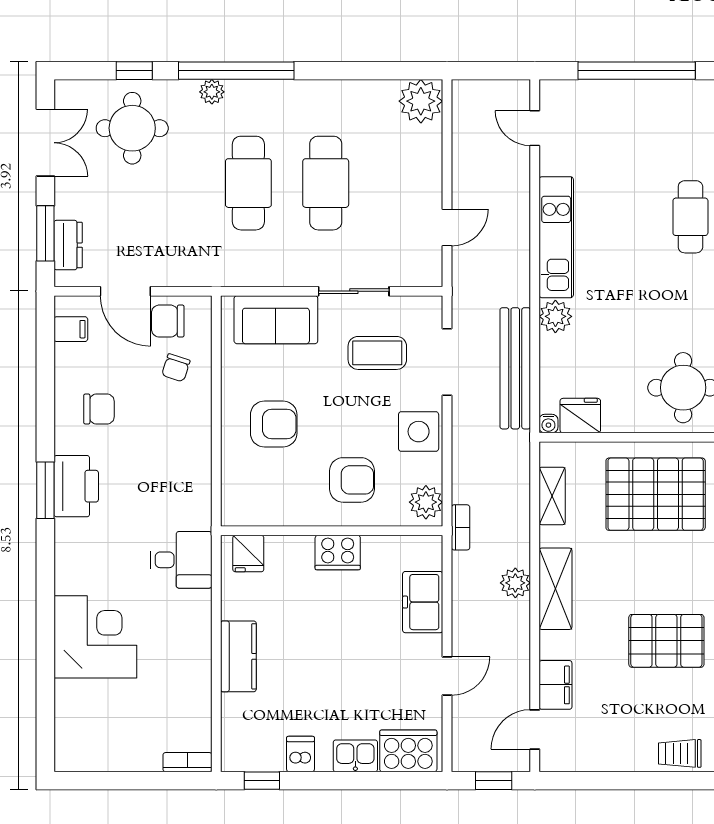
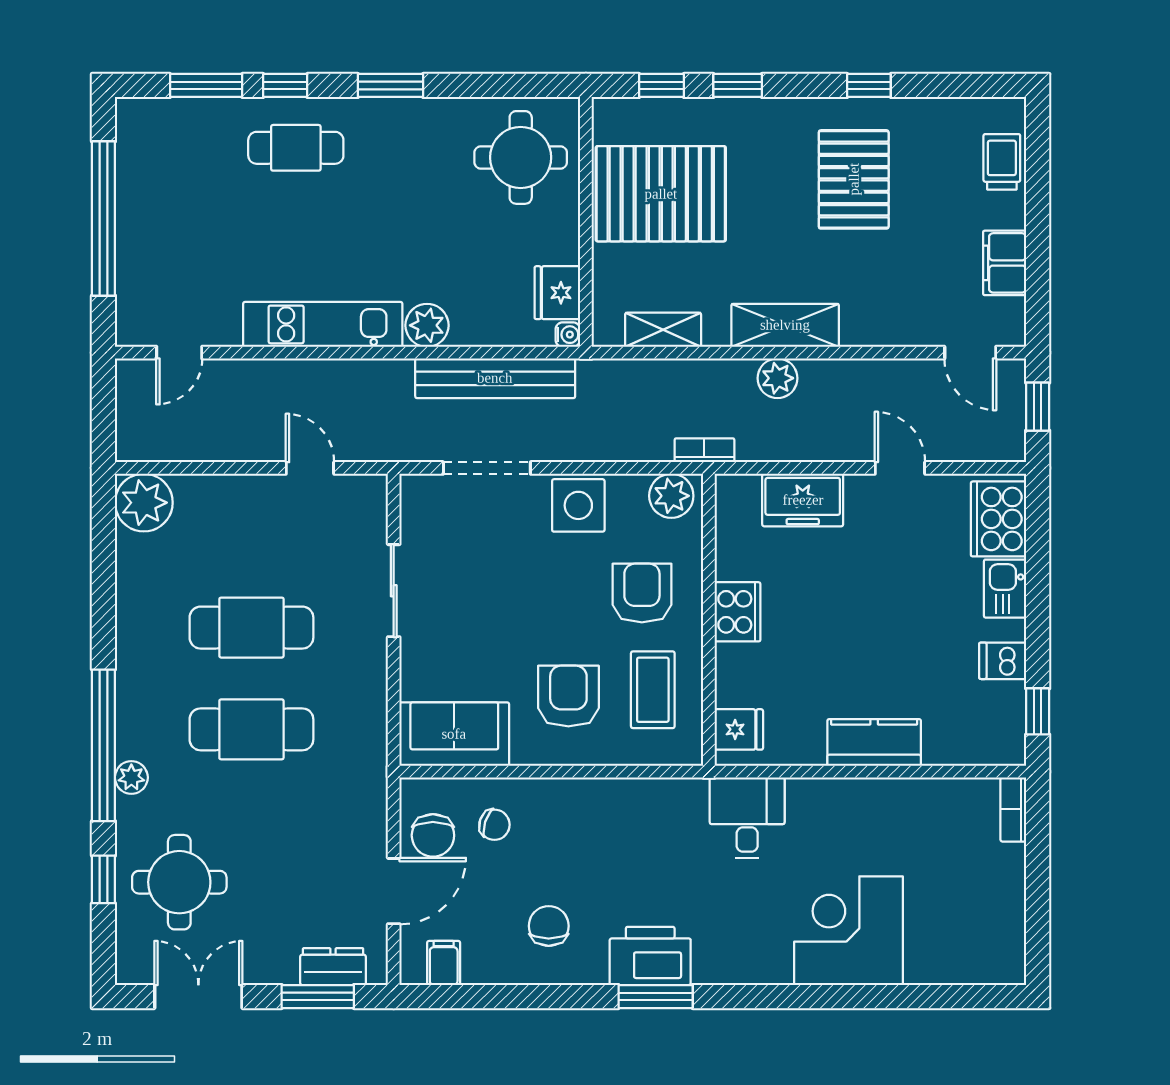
sofa: (276, 320) -> (454, 734), moved, turned -90
coffee table: (377, 353) -> (653, 690), moved
pallet: (656, 494) -> (661, 194), turned 90
filing cabinet: (555, 685) -> (1005, 263), moved, turned -90
trolley: (680, 753) -> (1002, 162), turned 180

